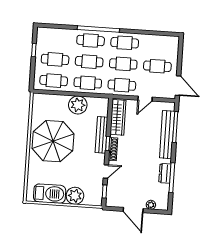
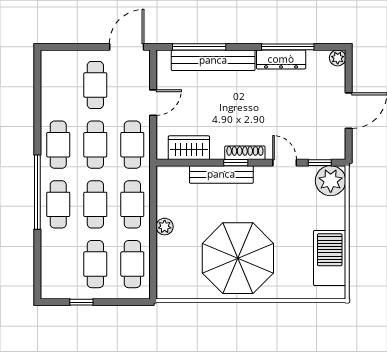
door: (145, 99) -> (153, 103), hinge flipped
plant: (78, 105) -> (165, 227), width x0.53, depth x0.53
wardrobe: (118, 117) -> (189, 148), width x0.67
dresser: (165, 173) -> (281, 59), width x1.44
plant: (75, 196) -> (331, 181), moved
plant: (151, 205) -> (338, 58), moved

